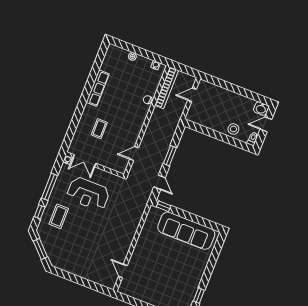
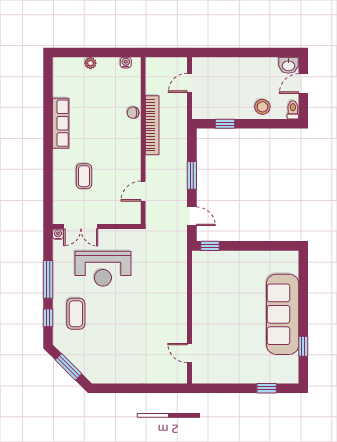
bookcase: (167, 88) -> (152, 125), moved
window: (205, 130) -> (225, 124), added
sofa: (186, 231) -> (283, 314), moved, turned 90

